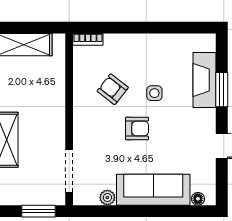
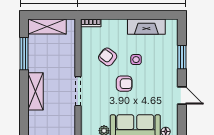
fireplace: (205, 80) -> (146, 27), moved, turned -90
doorway: (69, 171) -> (78, 91), moved

